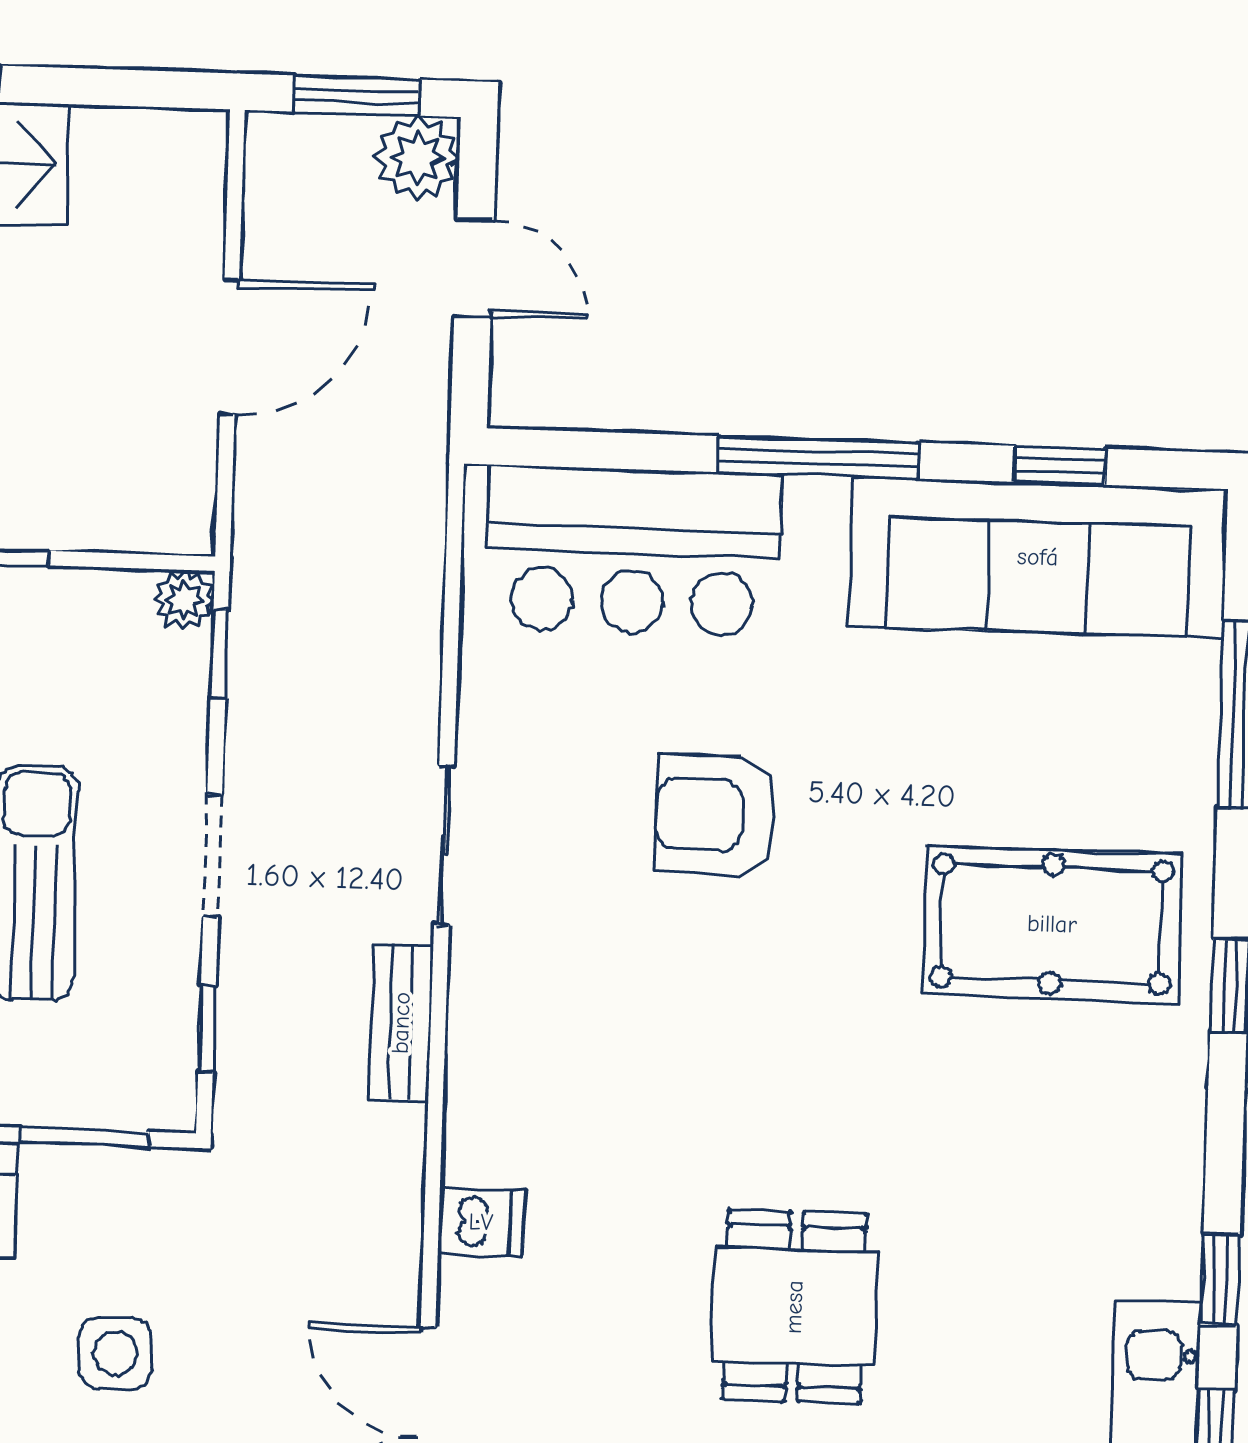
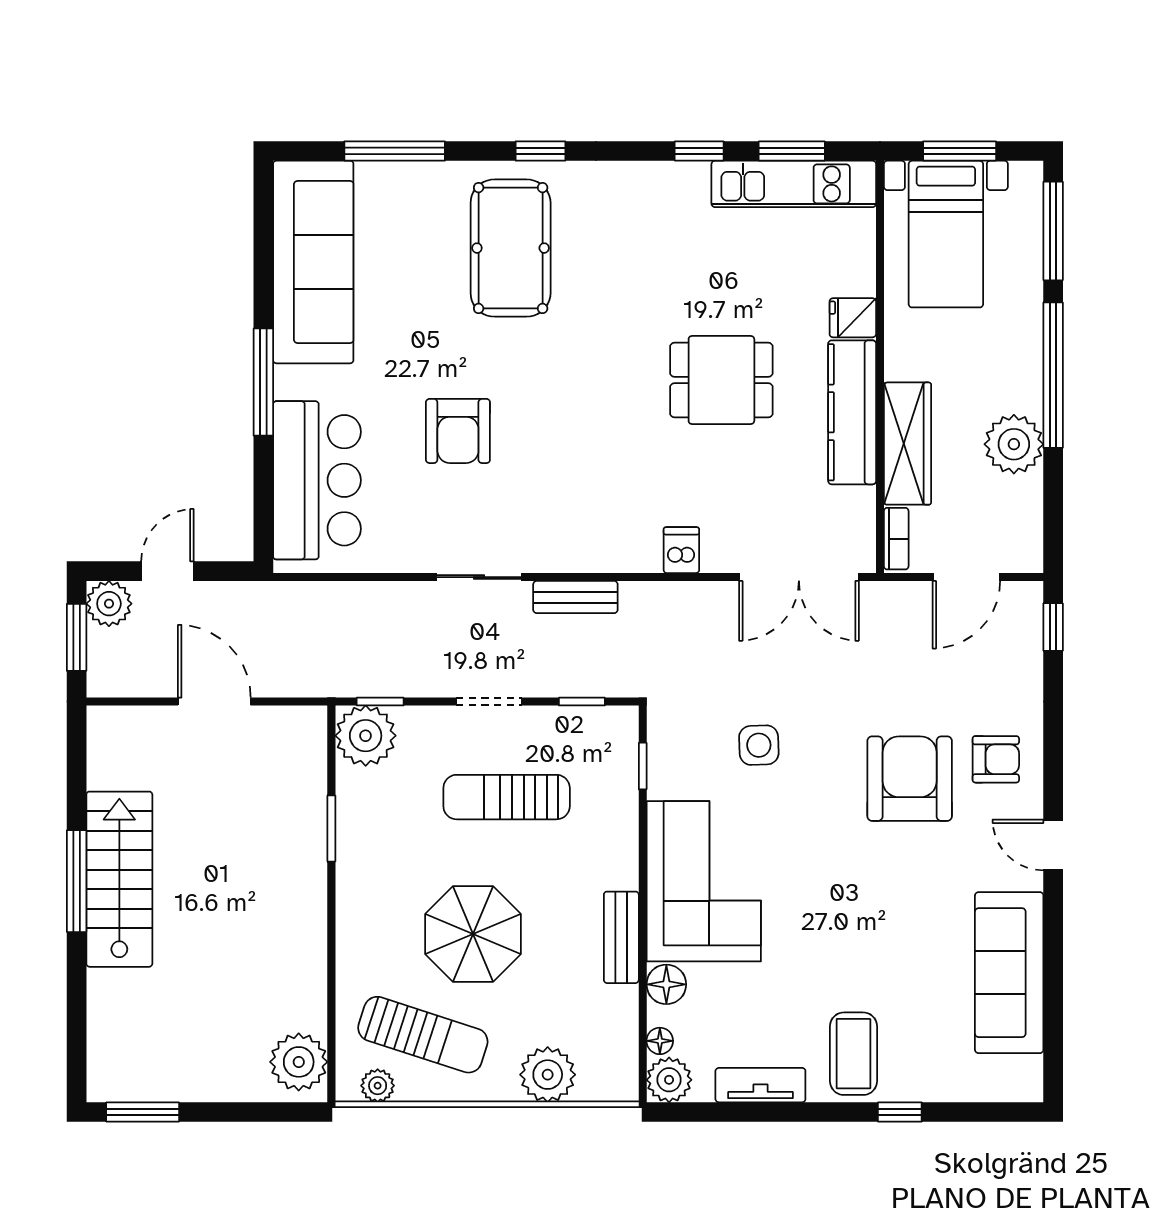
window: (1060, 465) -> (263, 252), removed
plant: (184, 600) -> (366, 736), width x1.88, depth x1.88
window: (84, 1137) -> (643, 766), width x0.67

